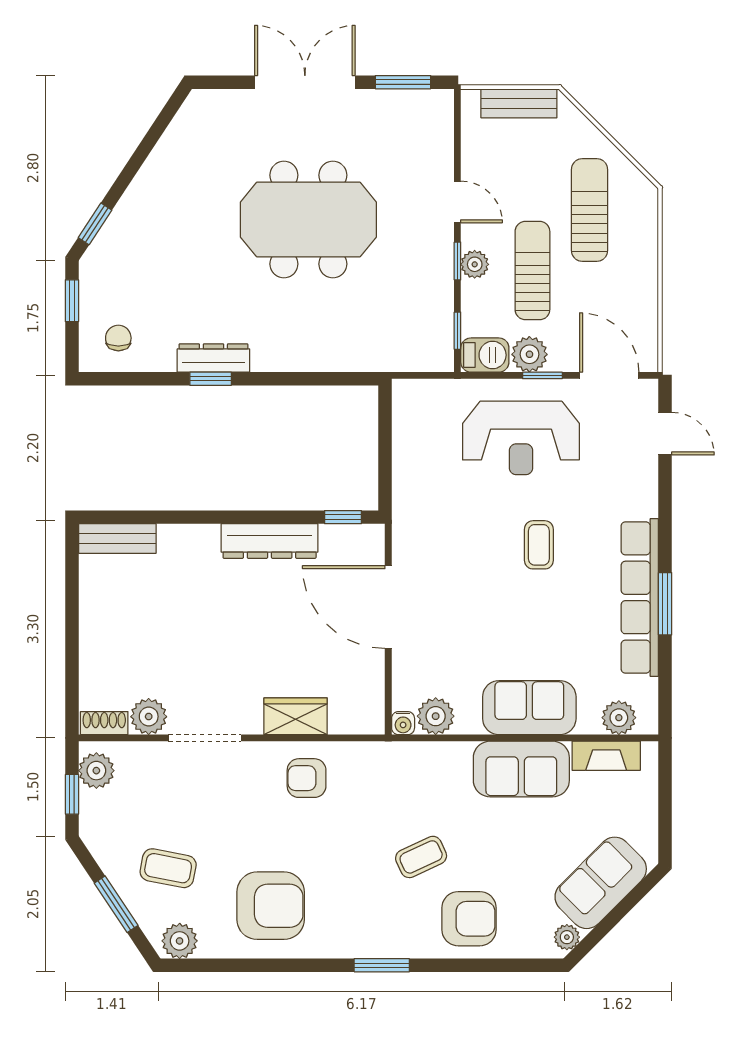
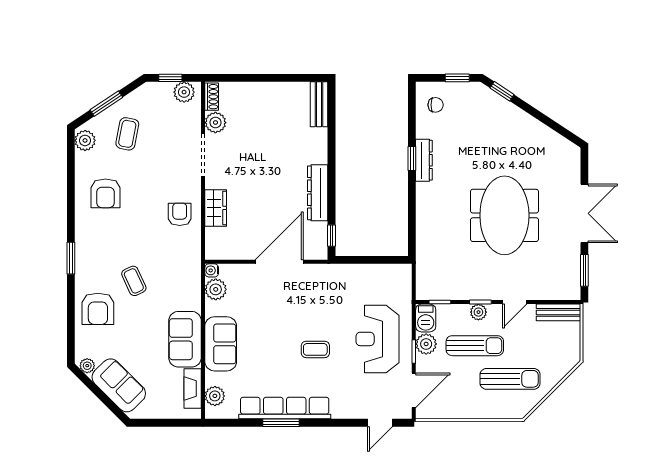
bench: (519, 103) -> (558, 312), moved, turned 90
armchair: (271, 906) -> (105, 193), width x0.73, depth x0.73

